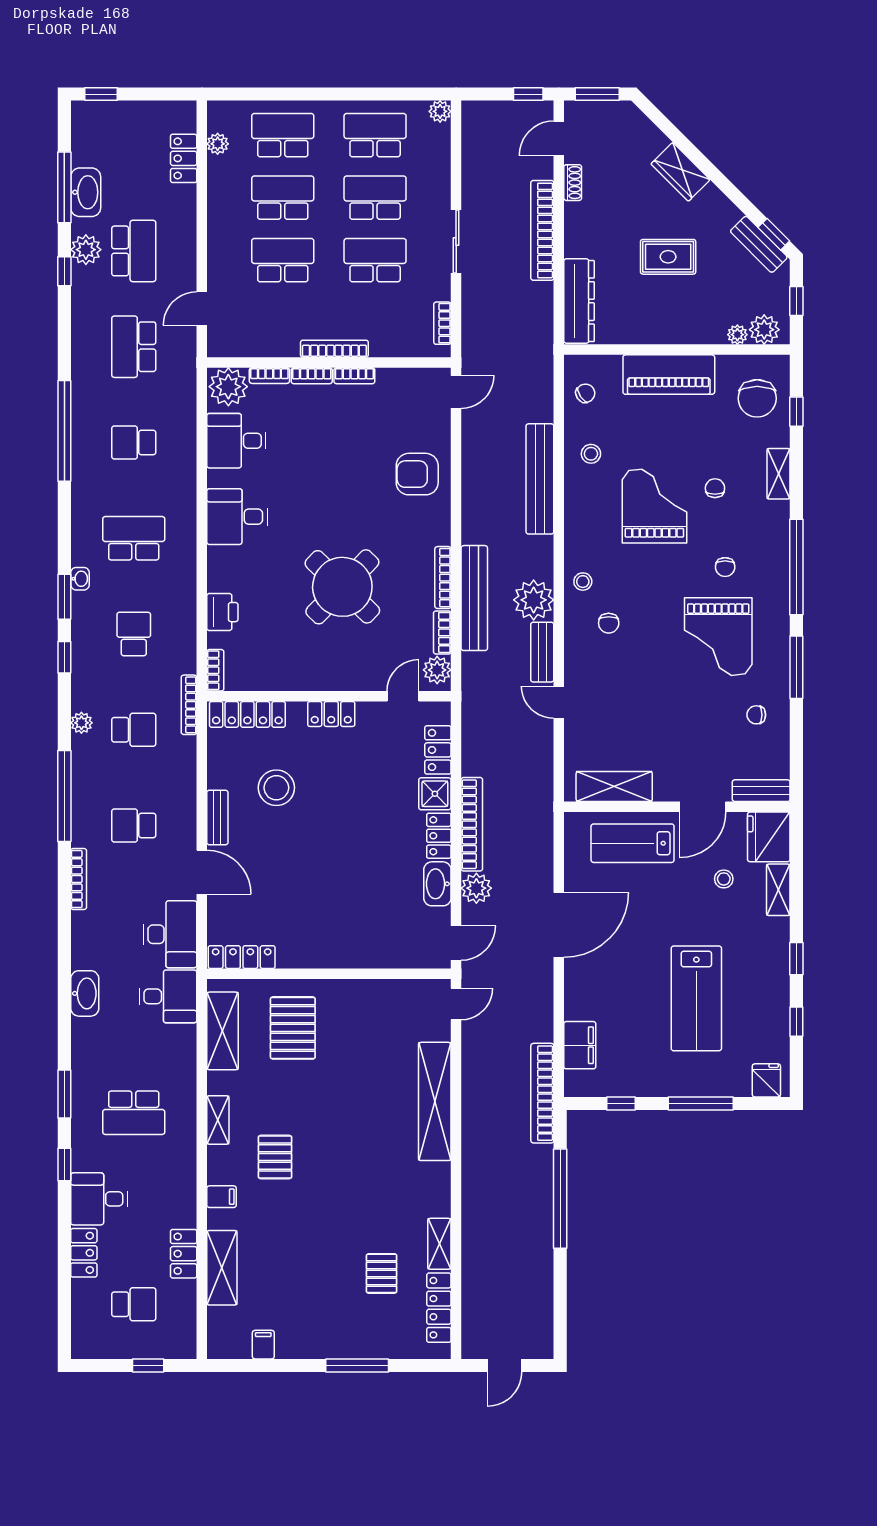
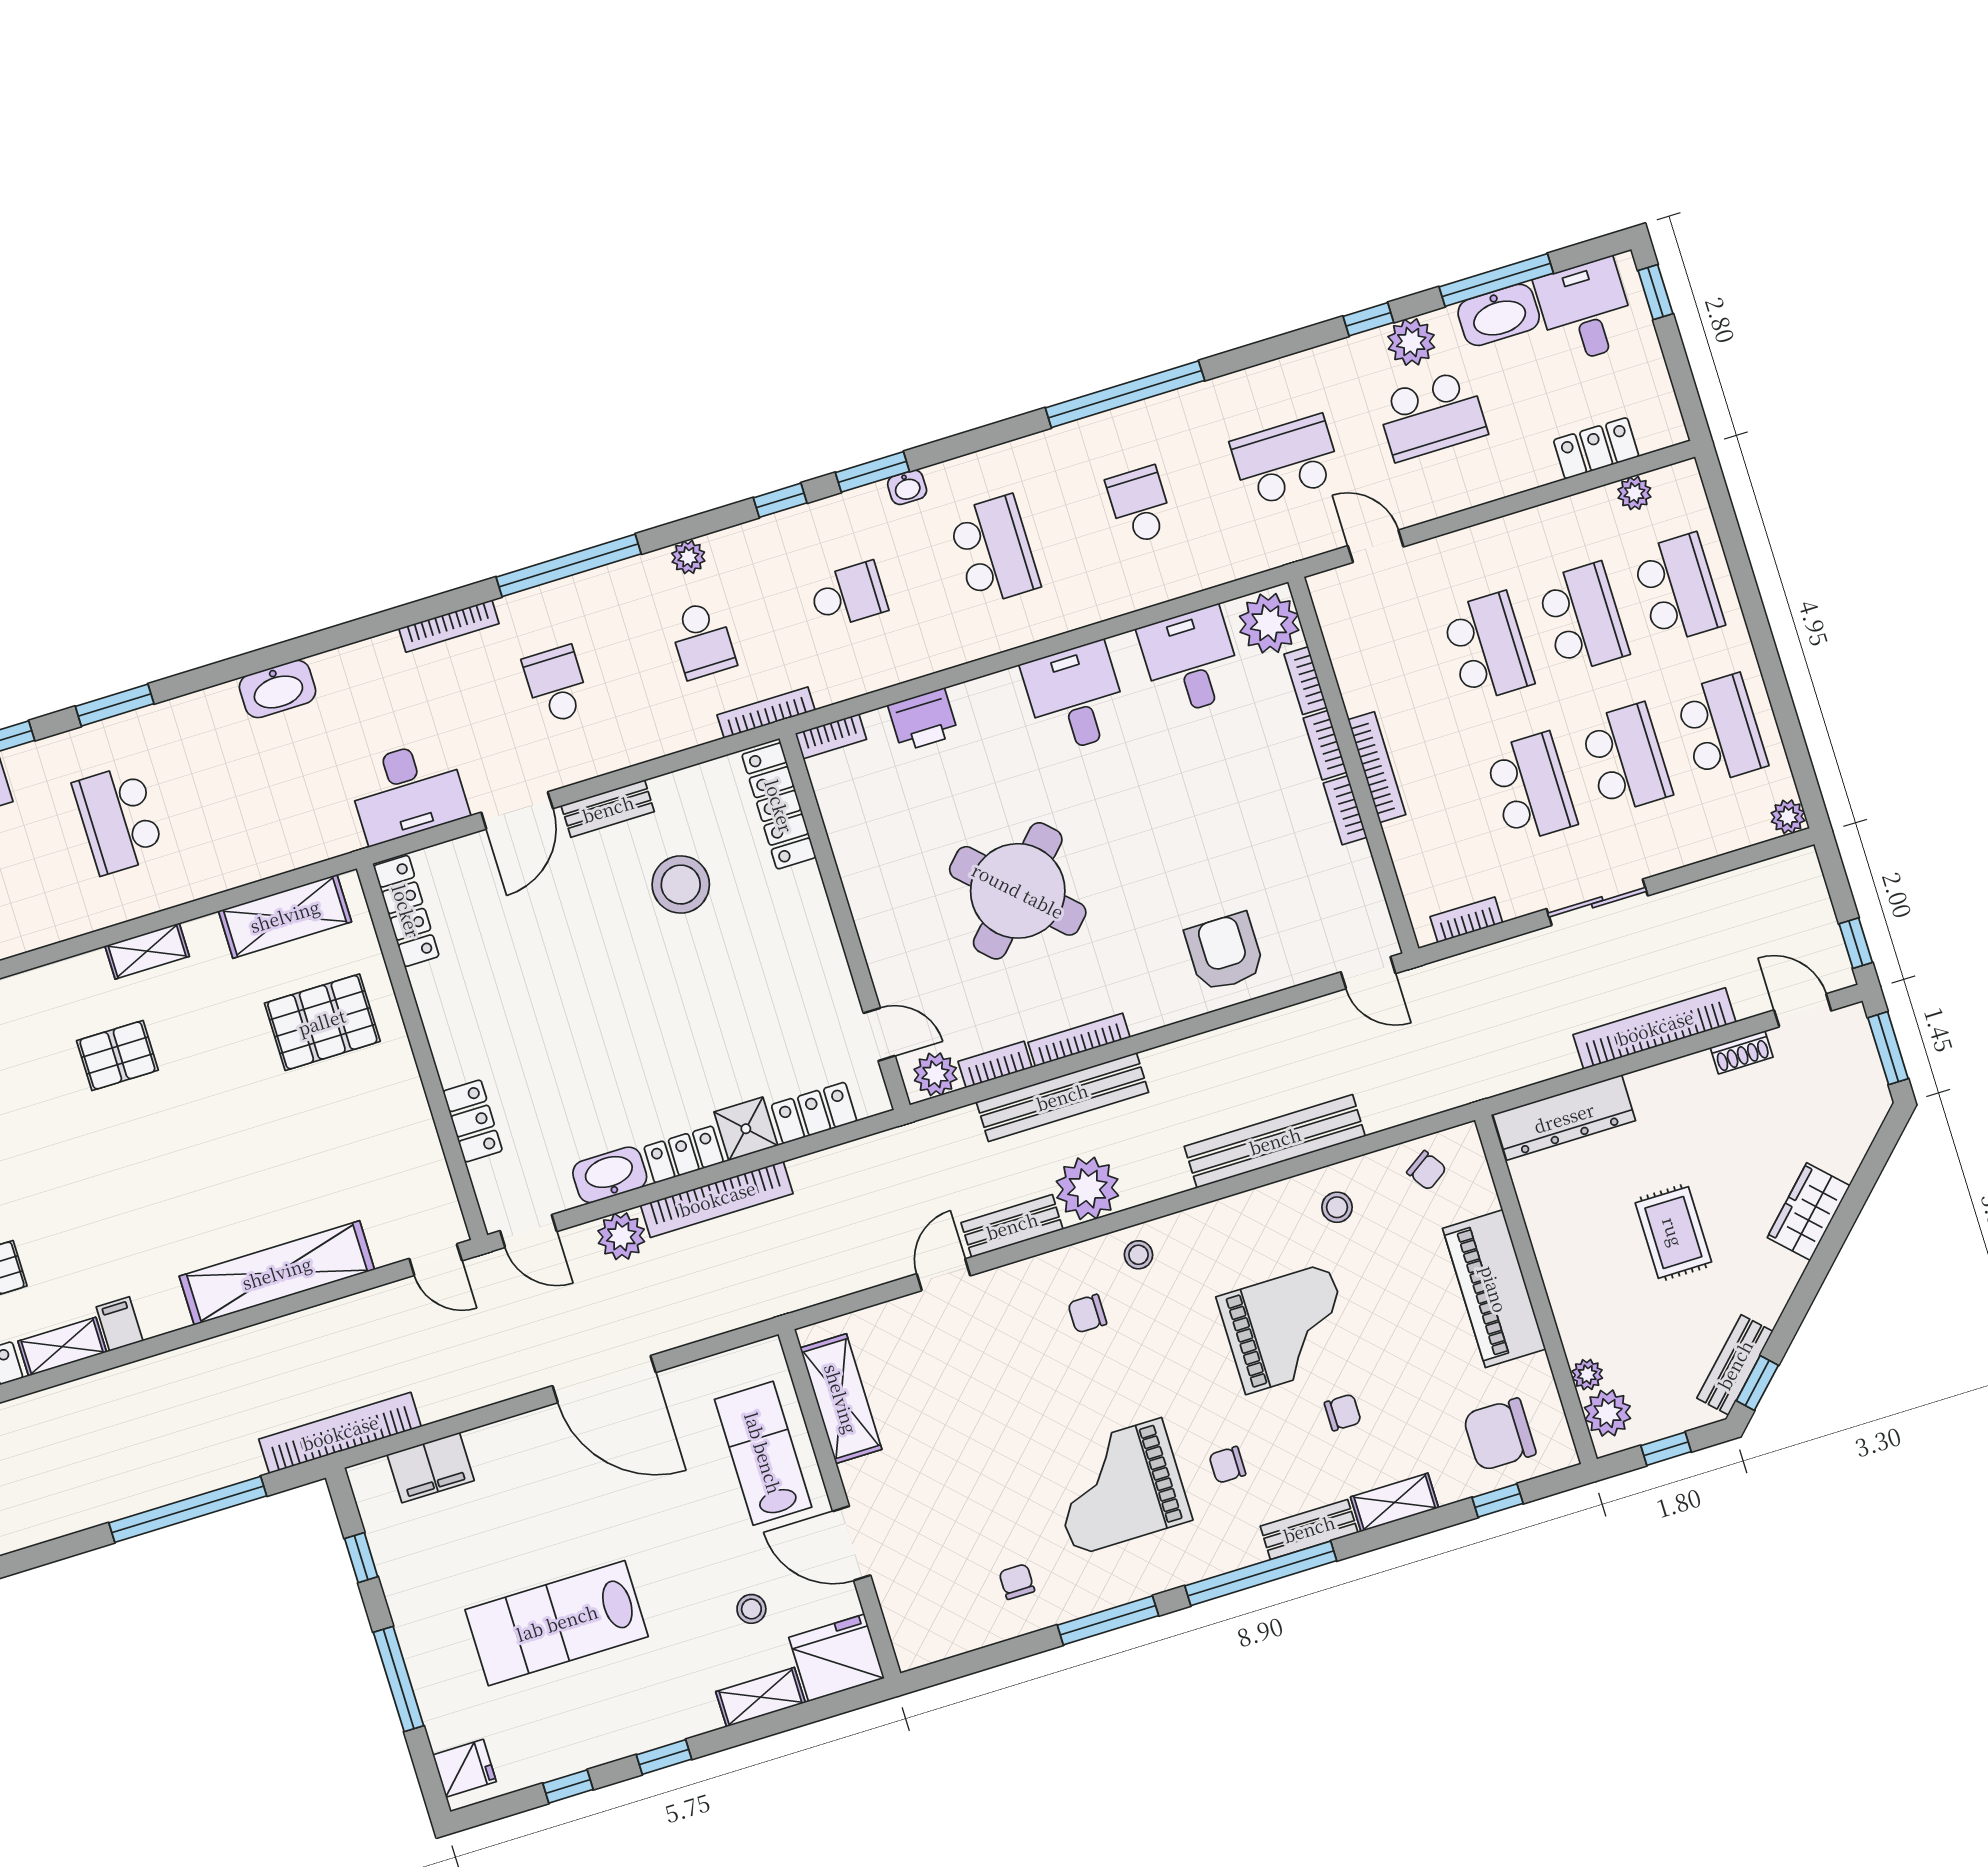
locker: (331, 714) -> (473, 1121), moved, turned 180
bench: (761, 791) -> (1309, 1529), moved, turned 90
desk: (168, 996) -> (1586, 311), moved, turned 180
filing cabinet: (222, 1197) -> (120, 1324), moved, turned 180

